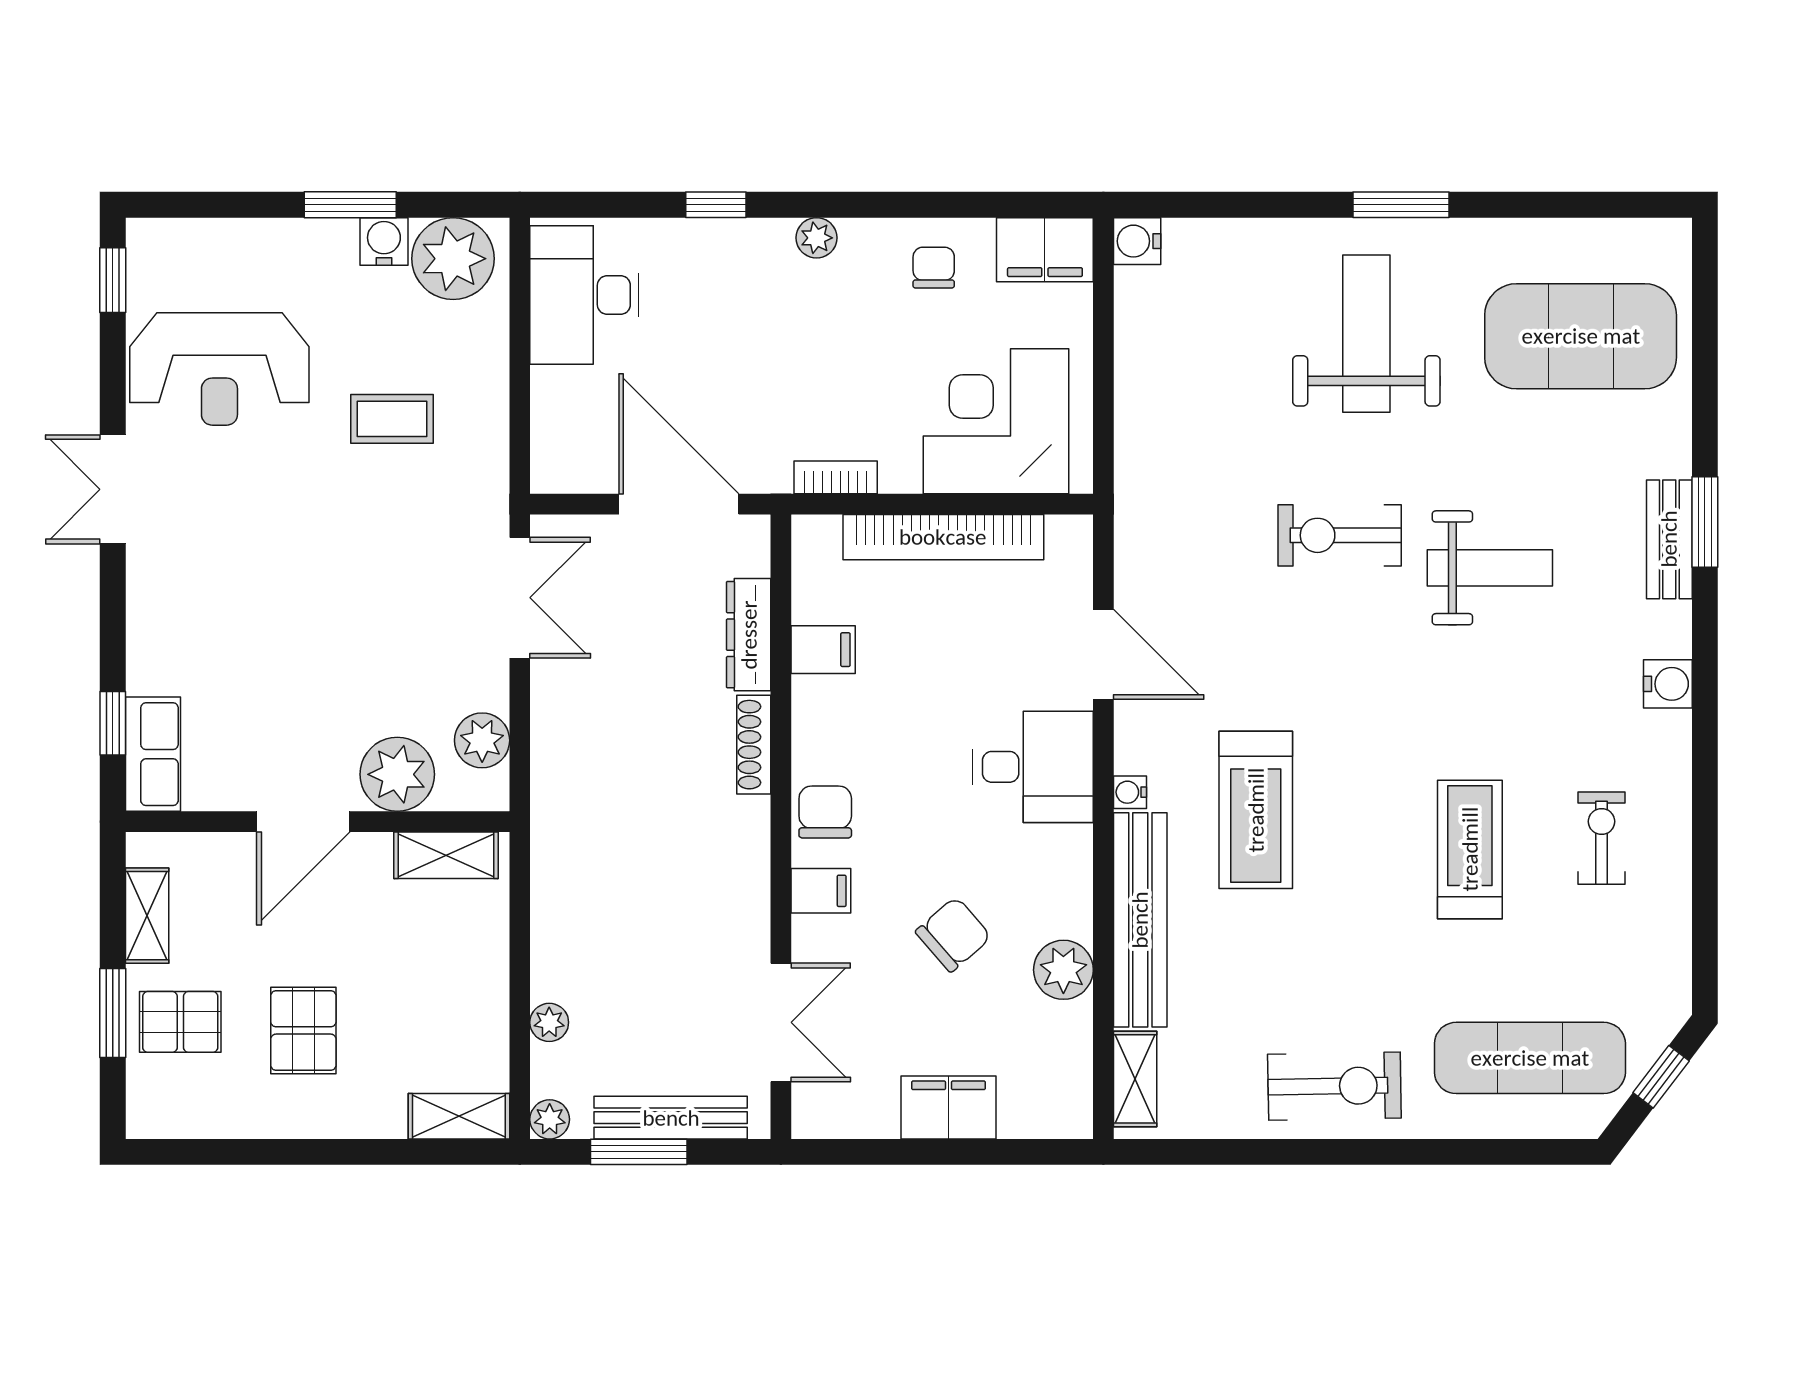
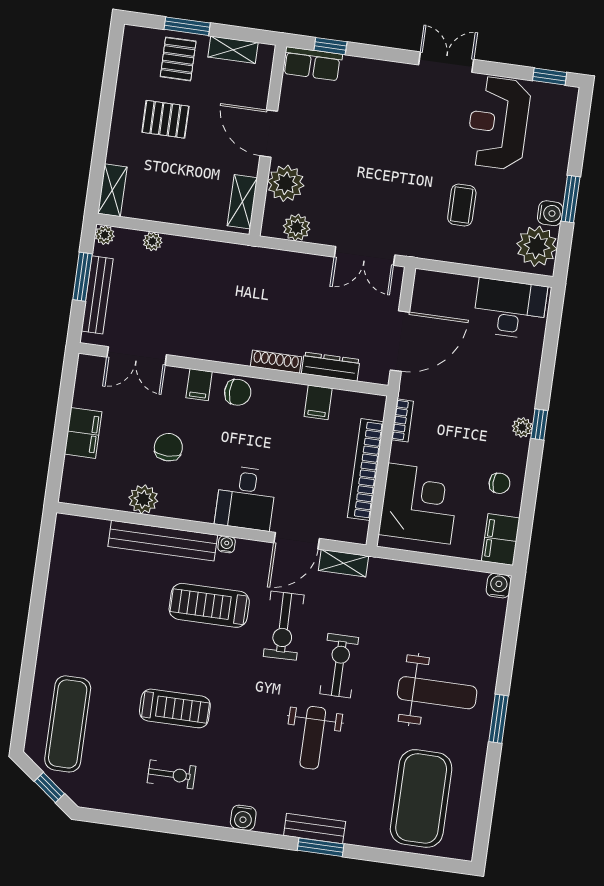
window: (716, 205) -> (539, 425), moved
chair: (953, 934) -> (168, 447), turned -139
shelving: (1135, 1079) -> (343, 563), moved
exercise bike: (1334, 1086) -> (284, 626), moved

